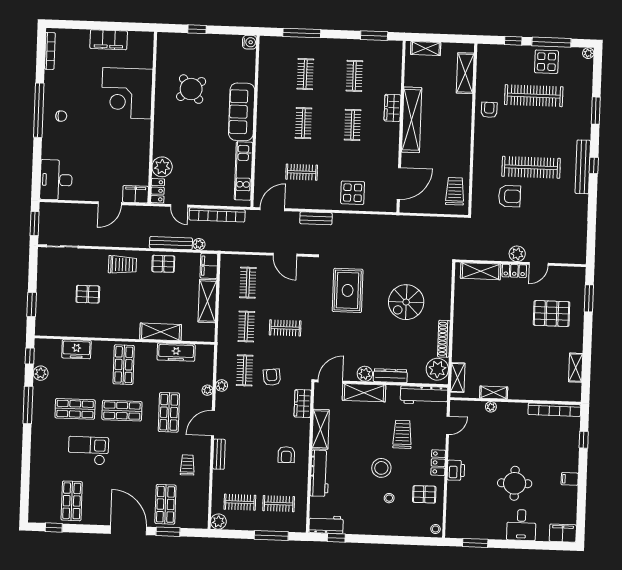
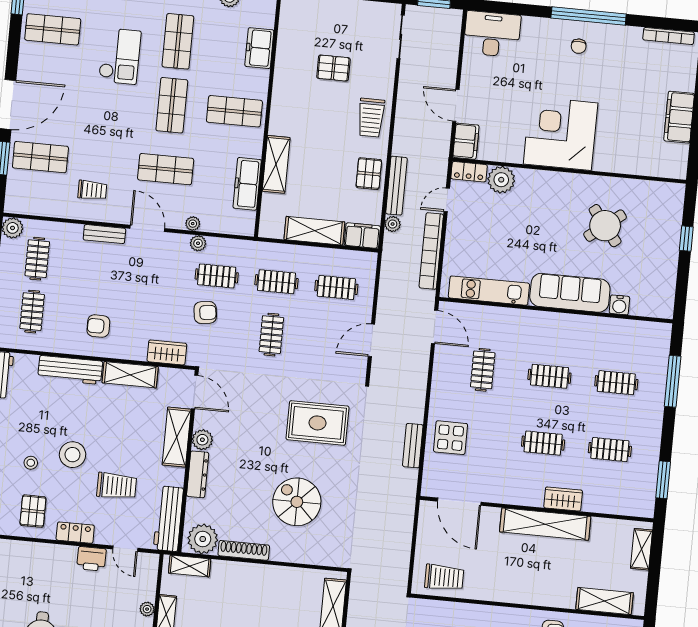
water cooler: (250, 42) -> (619, 305), moved
corner desk: (127, 93) -> (561, 133), moved
bench: (316, 218) -> (413, 446), moved
pallet: (88, 294) -> (333, 68), turned 90
printer: (456, 470) -> (91, 559), moved

